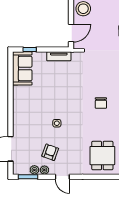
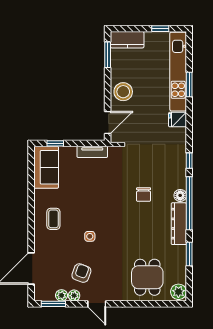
chair: (101, 103) -> (144, 195), moved
coffee table: (28, 109) -> (53, 219), added

